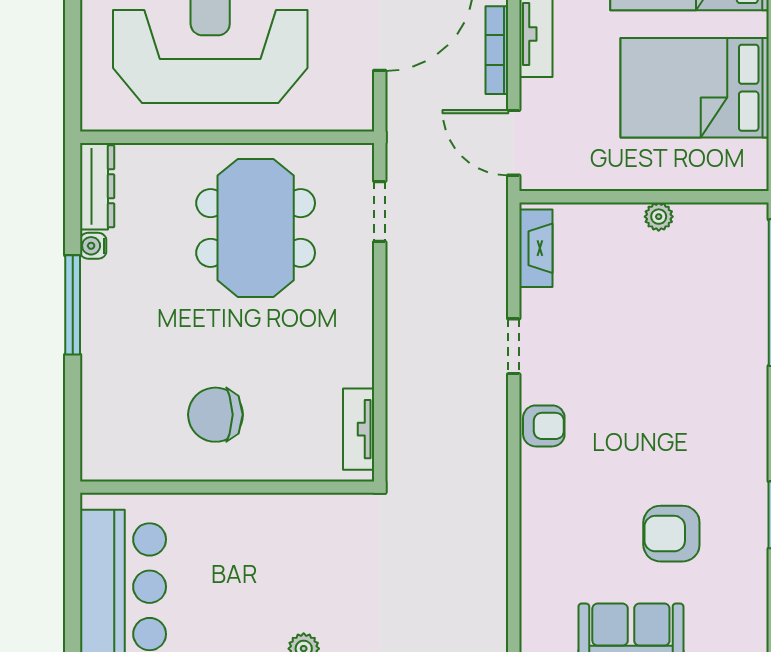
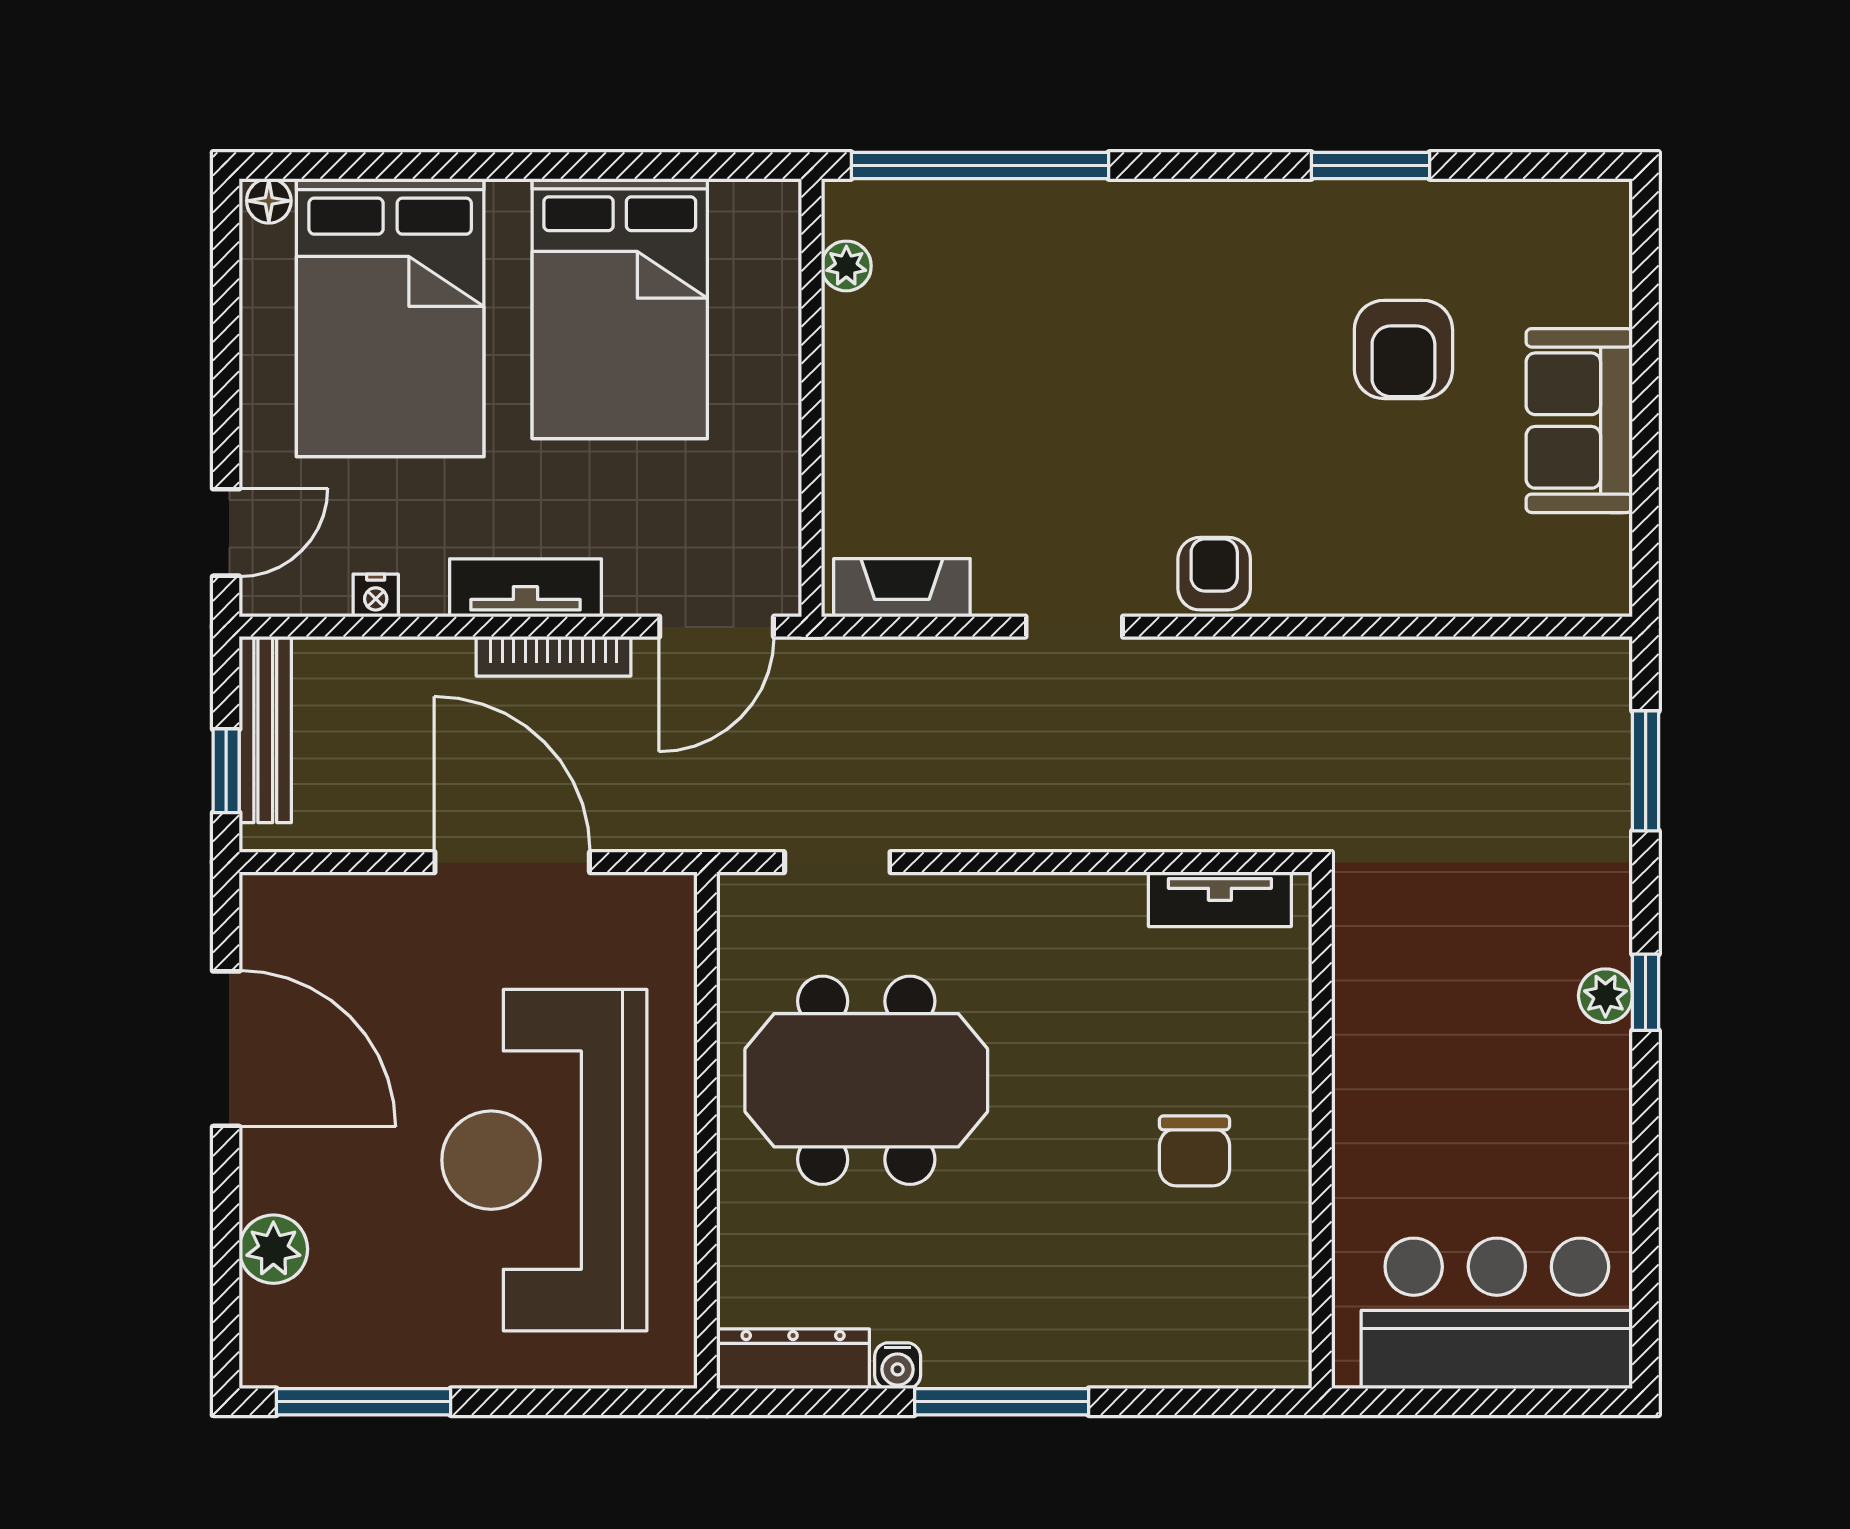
plant: (659, 217) -> (846, 266), moved
chair: (215, 415) -> (1194, 1151), width x0.73, depth x0.73

